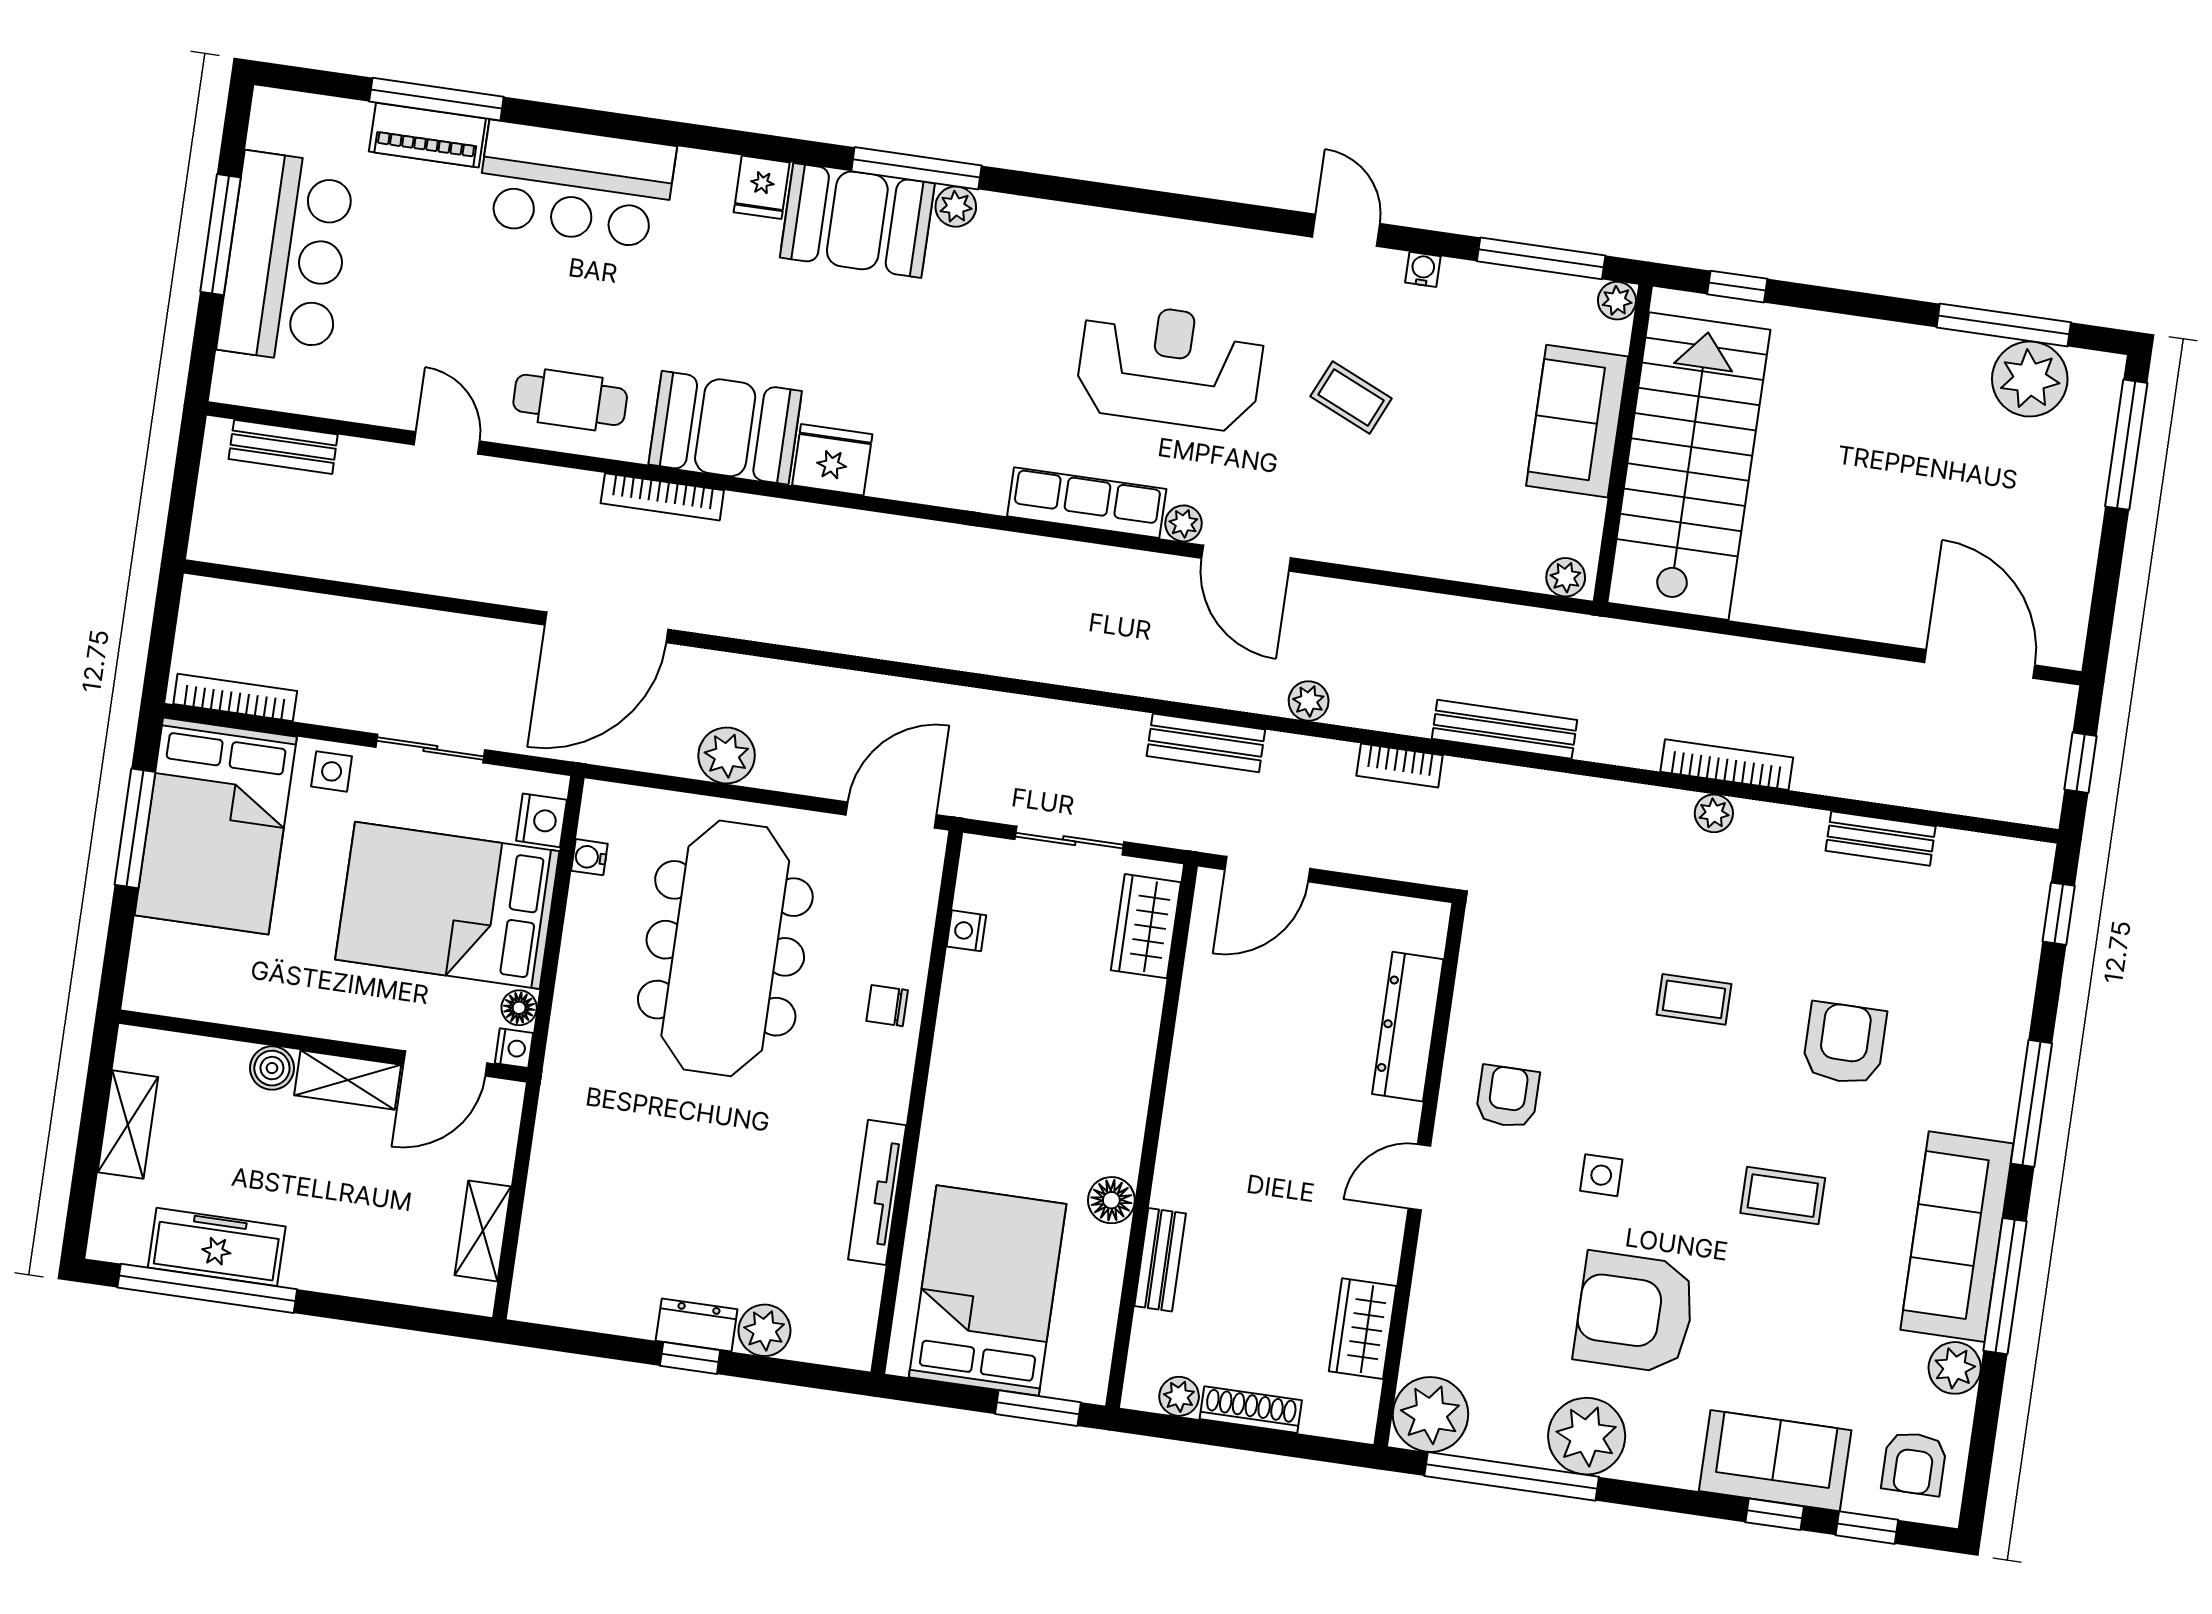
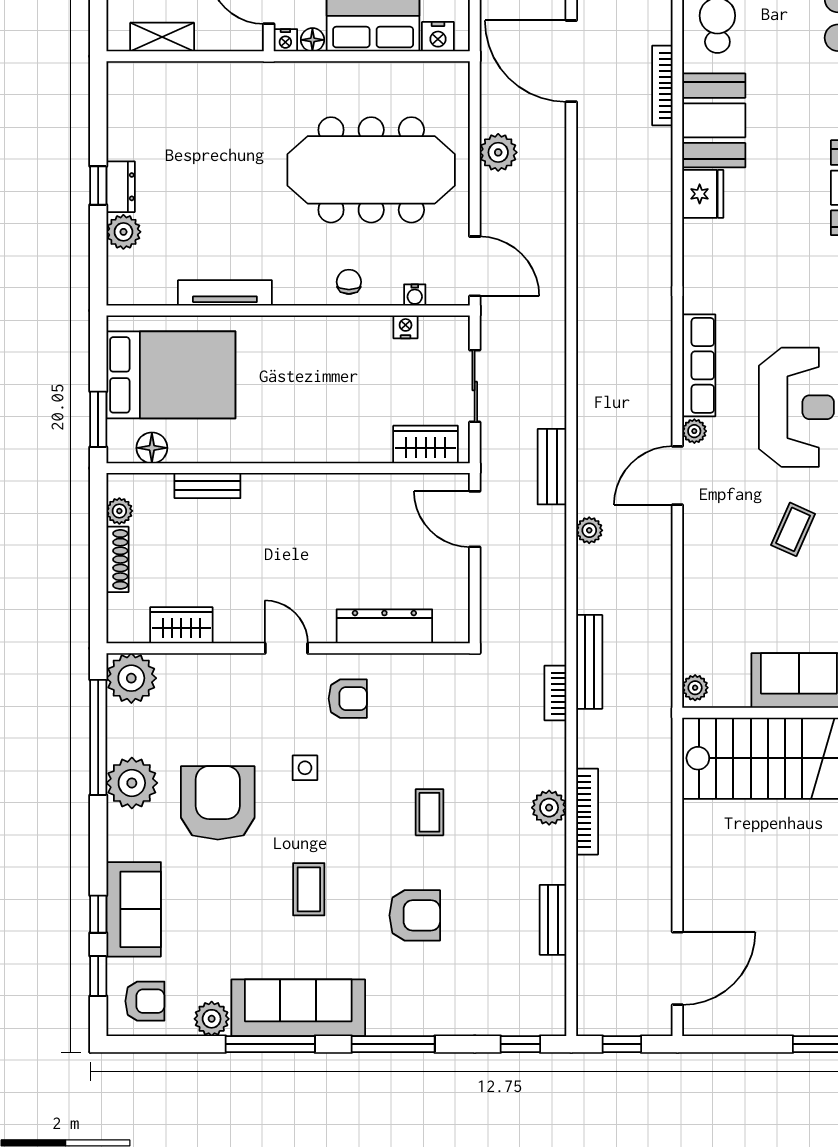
bookcase: (1400, 766) -> (555, 693), moved
plant: (1714, 813) -> (549, 808), width x1.38, depth x1.38
water cooler: (589, 857) -> (415, 295), moved, turned 180
floor lamp: (1111, 1200) -> (152, 448), moved
armchair: (1914, 1464) -> (145, 1001), turned 180

